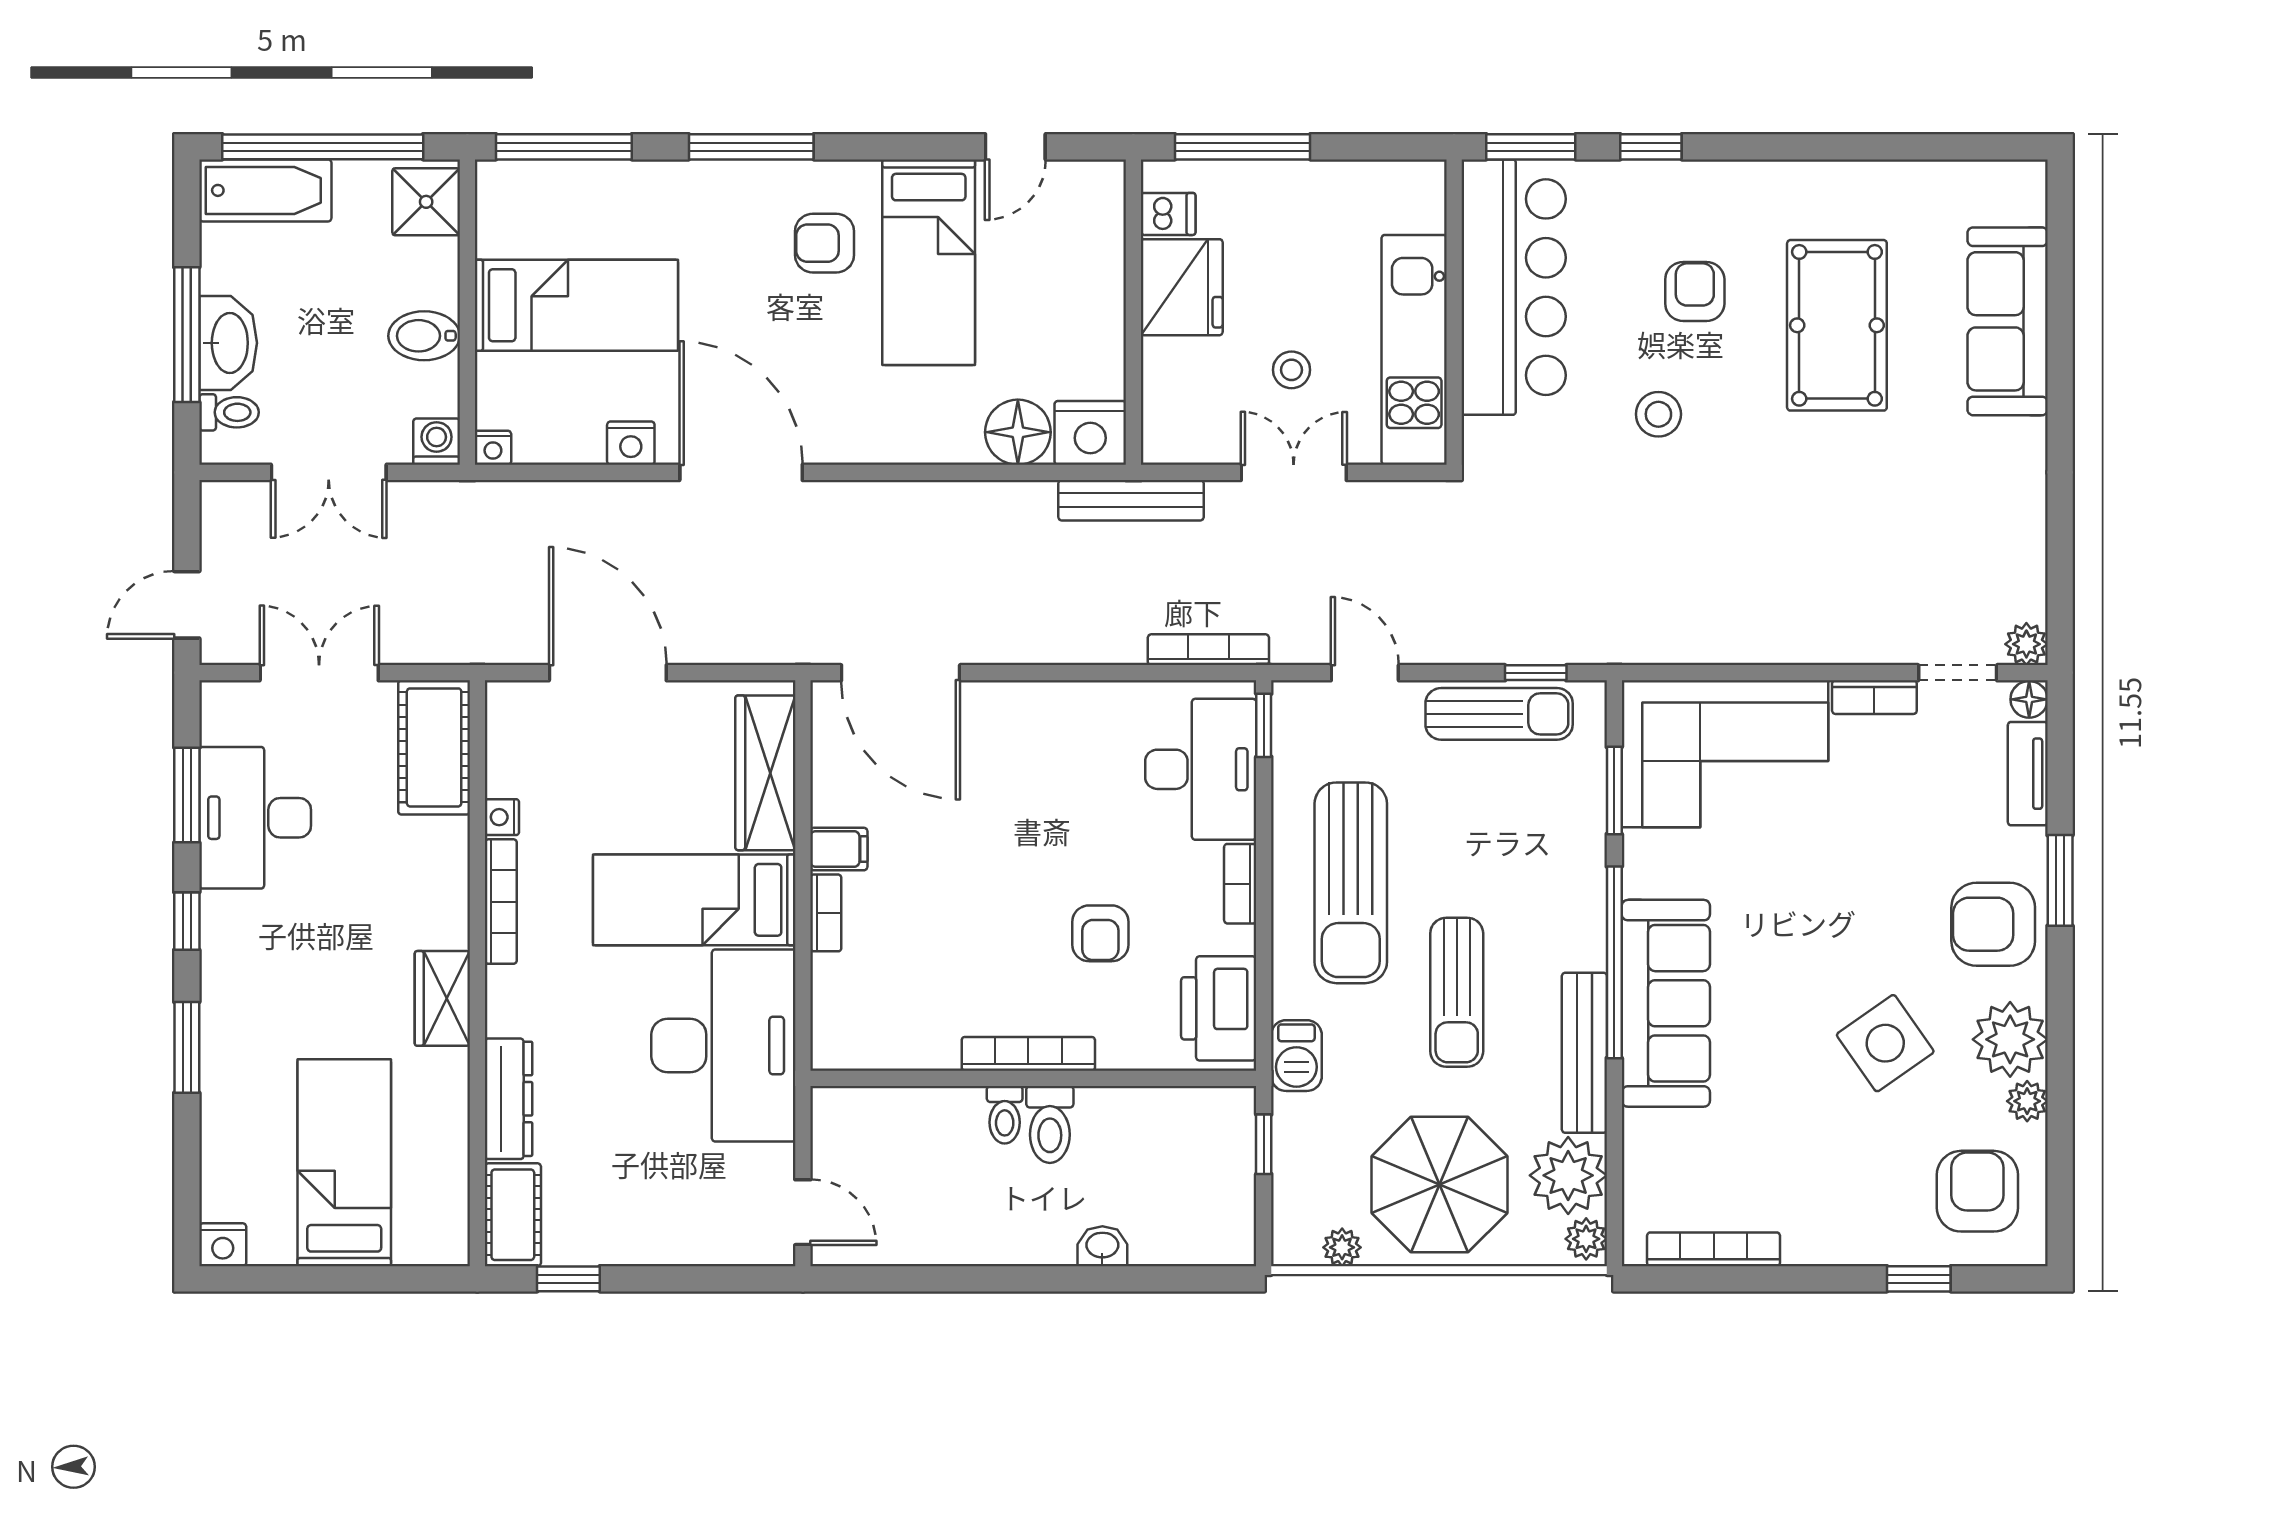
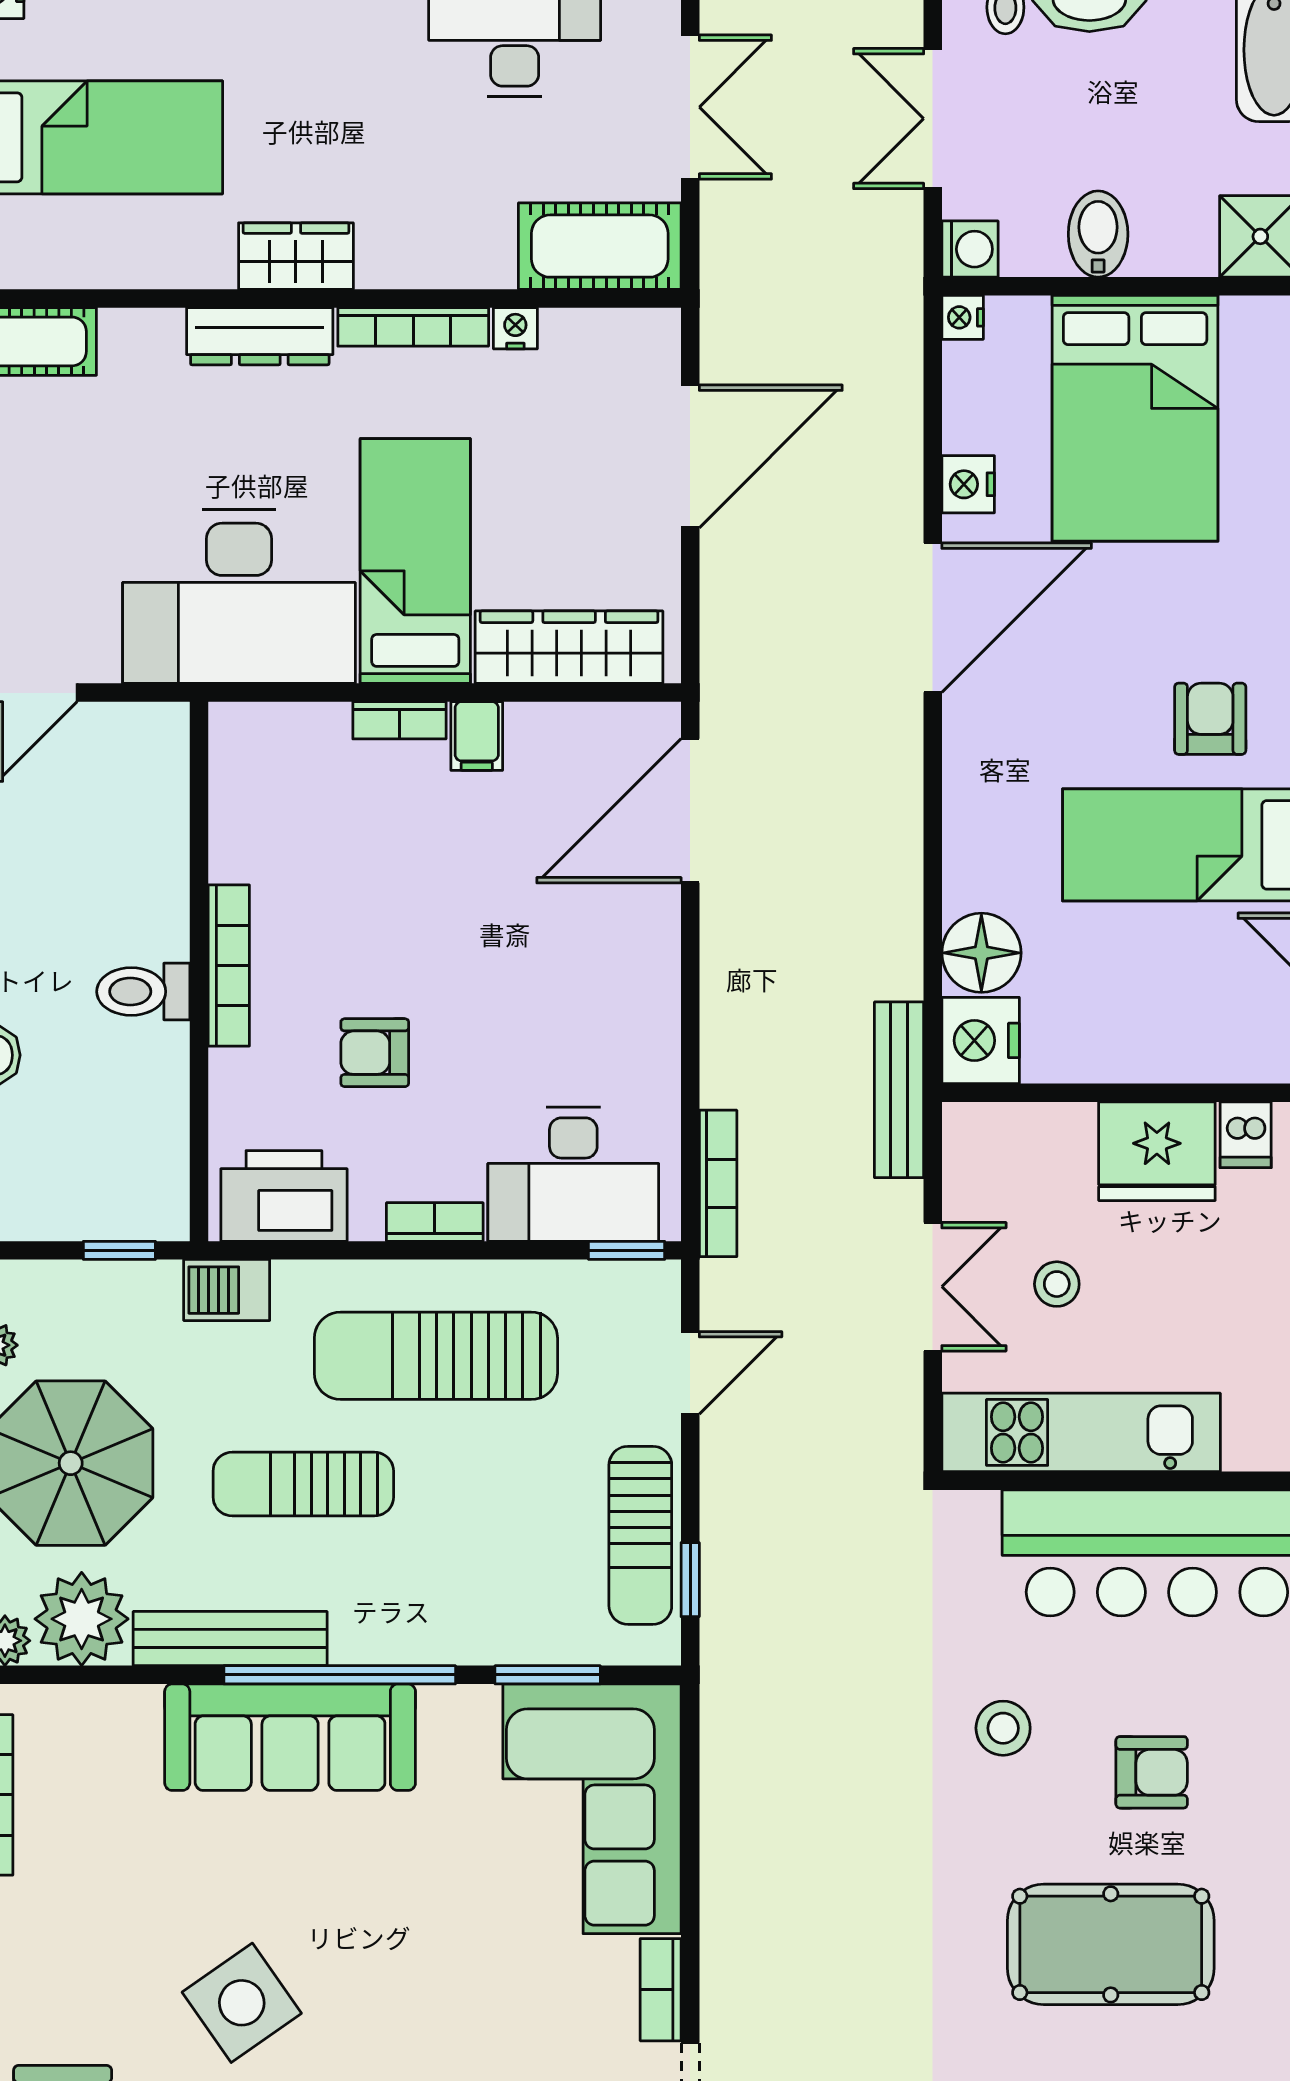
bed: (576, 305) -> (1135, 418), width x1.50
dresser: (508, 1099) -> (260, 336), moved
toilet: (1005, 1115) -> (155, 937), removed

